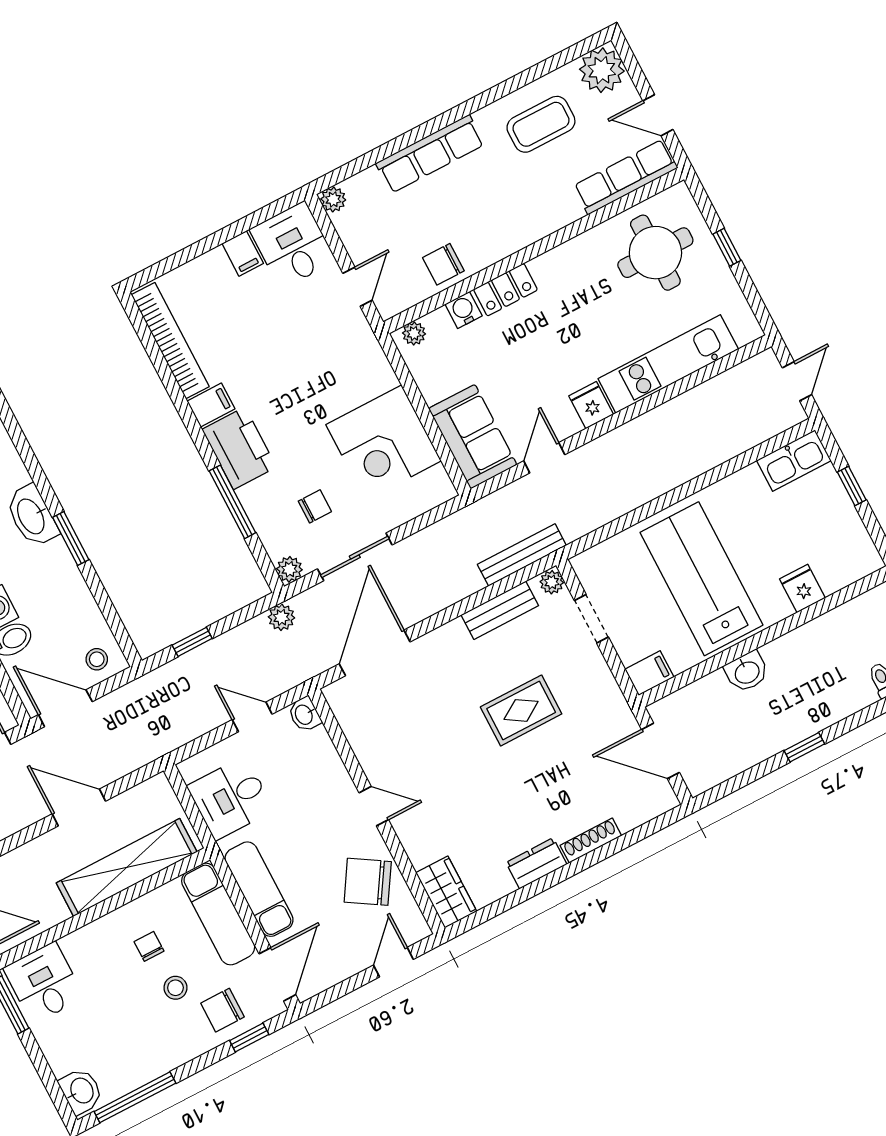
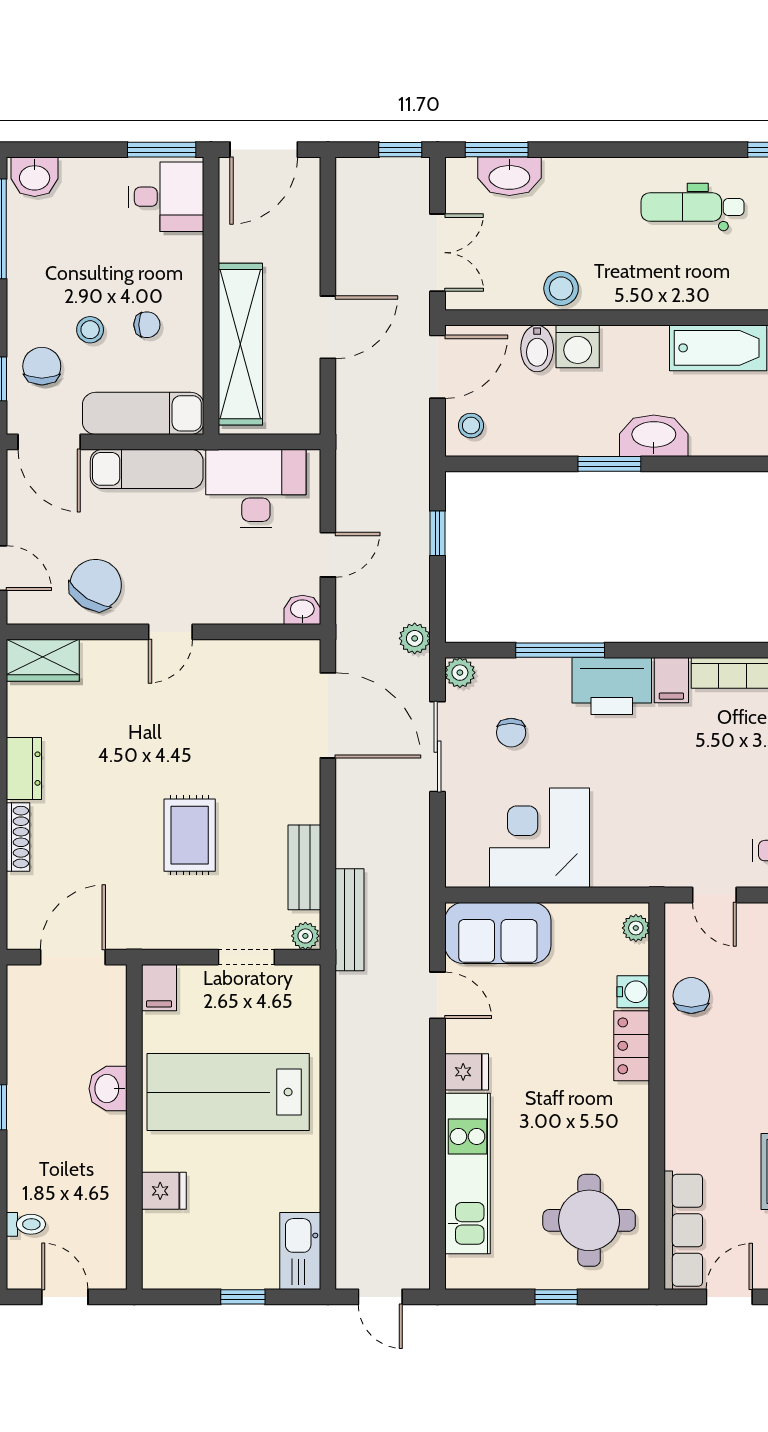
lab bench: (701, 579) -> (228, 1092), turned 180
desk: (230, 798) -> (256, 489), width x1.37

